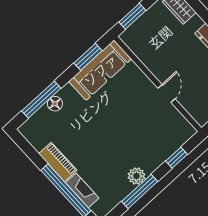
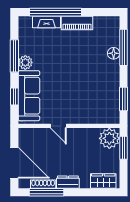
plant: (135, 37) -> (109, 138), added
sofa: (100, 70) -> (29, 96), moved, turned 180

